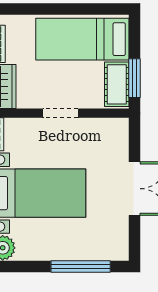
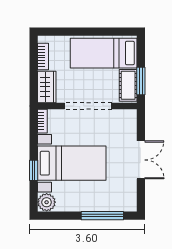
doorway: (61, 113) -> (88, 106), width x1.87

